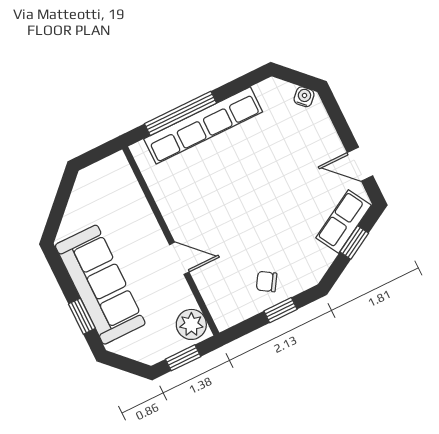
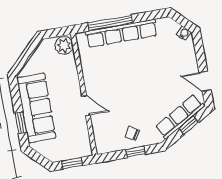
row of seats: (344, 222) -> (180, 117), width x1.48
plant: (191, 324) -> (64, 45), moved

